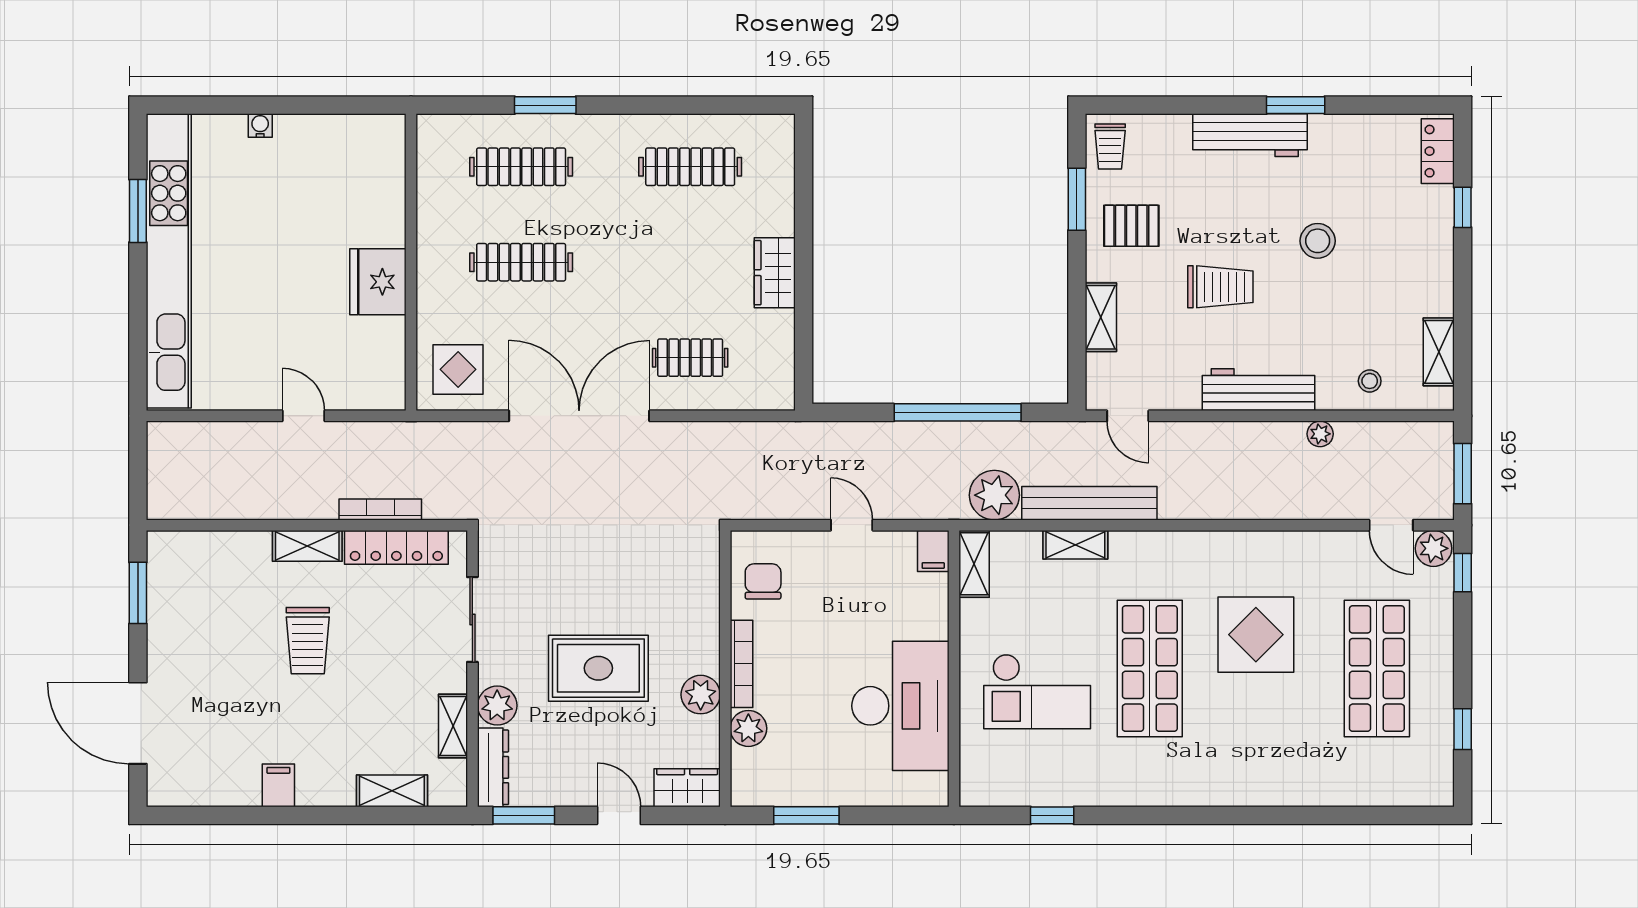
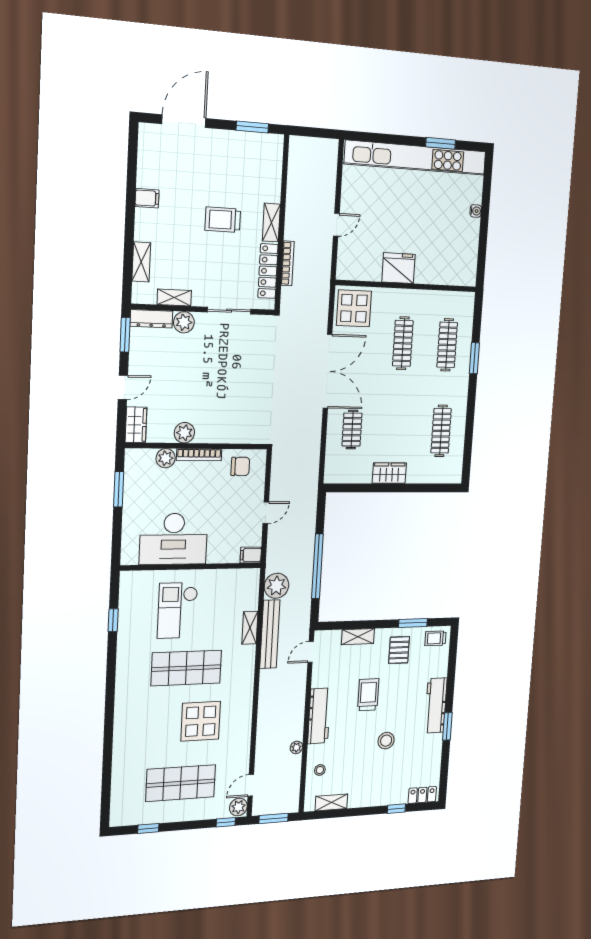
trolley: (1220, 287) -> (368, 695), turned 180
display table: (458, 369) -> (354, 308), width x1.36, depth x1.36
shelving: (974, 564) -> (243, 576), removed
rug: (598, 668) -> (201, 378), removed

